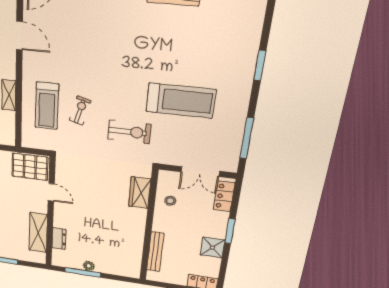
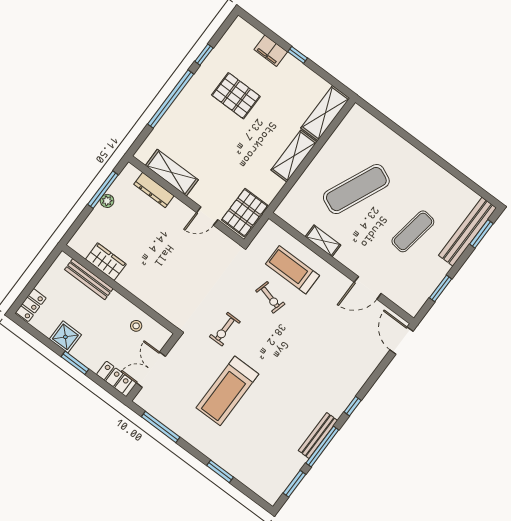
exercise bike: (129, 132) -> (225, 329), width x0.73, depth x0.72
wardrobe: (140, 193) -> (106, 262), moved
dresser: (59, 239) -> (154, 190), width x1.44

